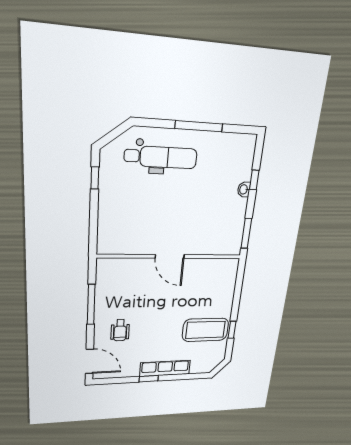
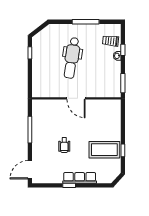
dental chair: (161, 157) -> (72, 58), moved, turned 99
trolley: (237, 163) -> (111, 41), added
wheelchair: (120, 330) -> (64, 145), moved
door: (89, 361) -> (30, 170), swing flipped

